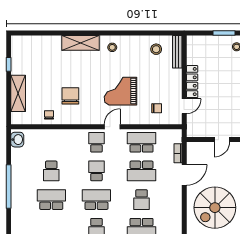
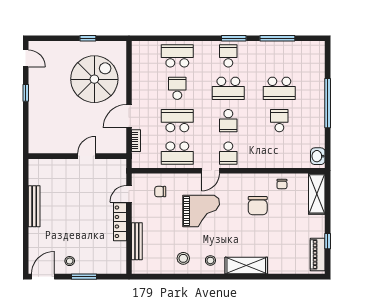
stool: (156, 49) -> (183, 258), moved
bench: (177, 52) -> (137, 241), moved
piano: (17, 53) -> (318, 254), added
shelving: (18, 93) -> (317, 194), moved

